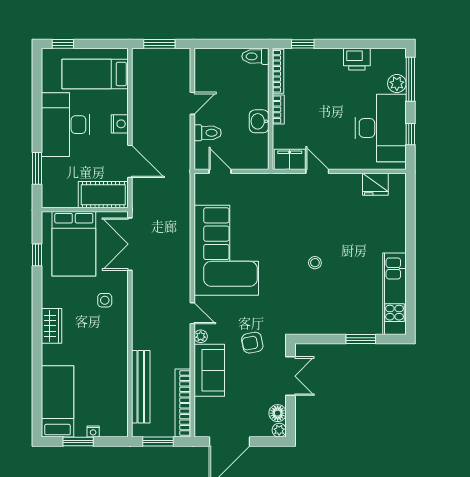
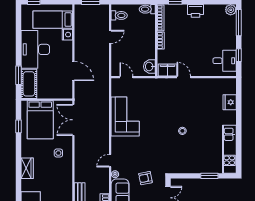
printer: (357, 59) -> (196, 11), moved
plant: (397, 84) -> (231, 10), moved
washbasin: (259, 121) -> (149, 67), moved
nightstand: (120, 124) -> (67, 35), moved
desk: (381, 128) -> (225, 61), width x0.53, depth x0.77
toilet: (208, 133) -> (119, 15), moved
fridge: (375, 184) -> (230, 102), moved, turned 90
cot: (103, 195) -> (29, 84), moved, turned 90
corner sofa: (226, 250) -> (125, 117), width x0.73, depth x0.74
door: (192, 313) -> (110, 161), swing flipped

